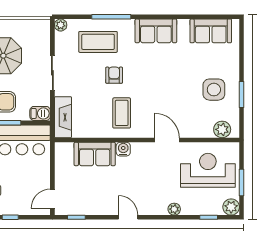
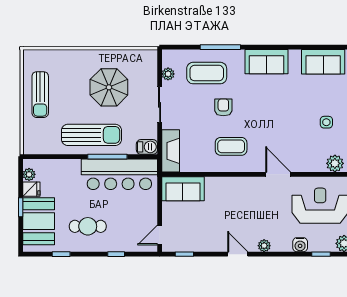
plant: (61, 25) -> (168, 74), moved
side table: (214, 90) -> (326, 122), width x0.54, depth x0.54
coffee table: (122, 113) -> (231, 146), turned 90
water cooler: (123, 149) -> (300, 245), moved, turned 180
sofa: (95, 154) -> (183, 189), moved
plant: (174, 209) -> (264, 246), moved

